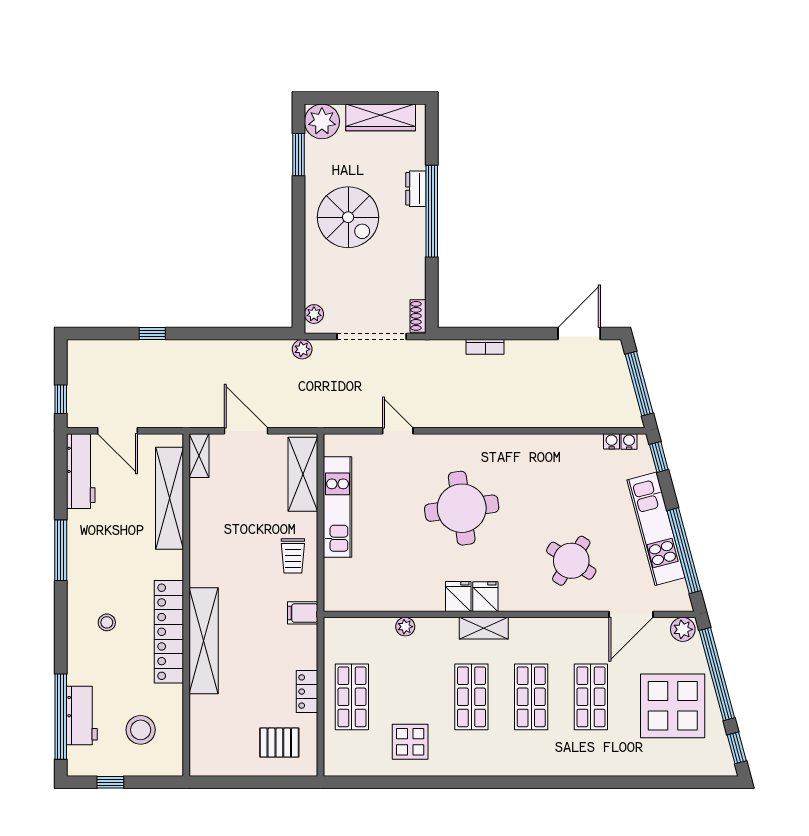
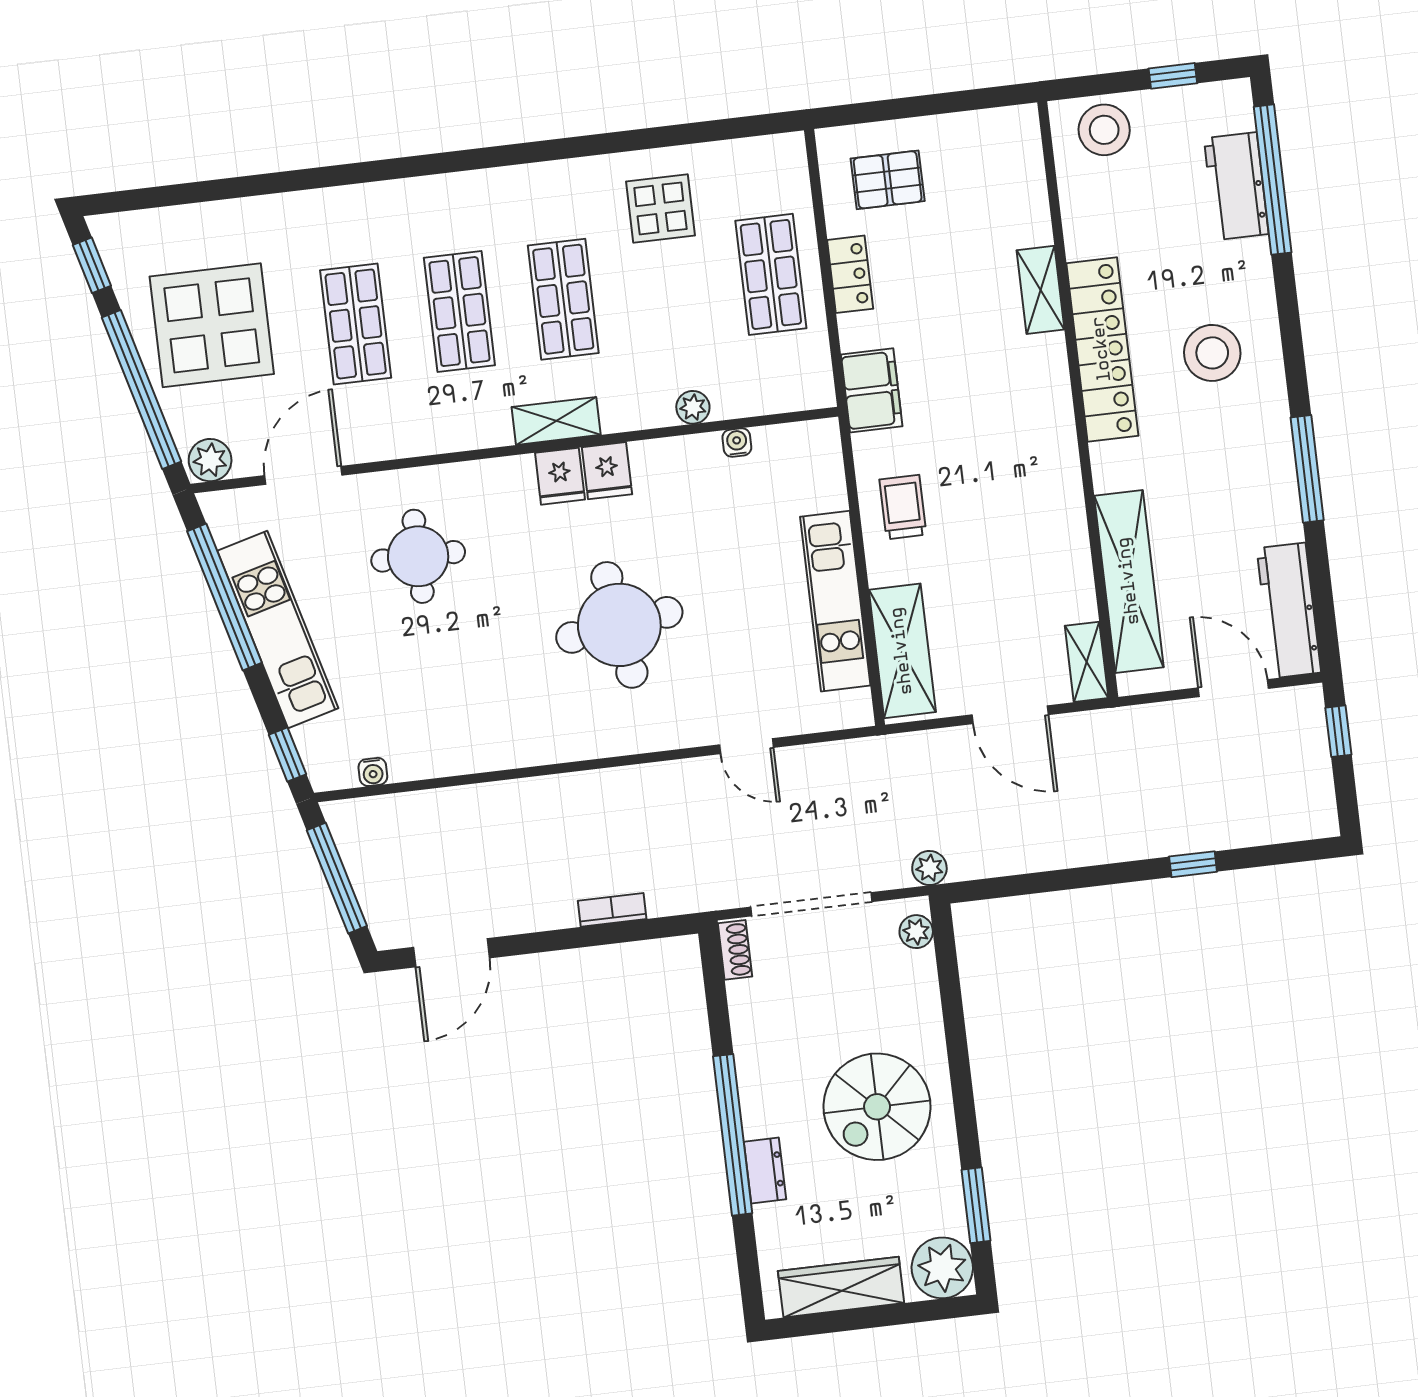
spiral stairs: (348, 217) -> (877, 1107), turned -90
water cooler: (629, 441) -> (737, 443), moved, turned 180
round table: (571, 561) -> (418, 556), turned -33
filing cabinet: (303, 613) -> (872, 390), width x2.00
stool: (107, 622) -> (1212, 353), width x1.89, depth x1.89
shelving: (204, 641) -> (1041, 290), width x0.45, depth x0.75
stool: (141, 730) -> (1104, 130), moved

